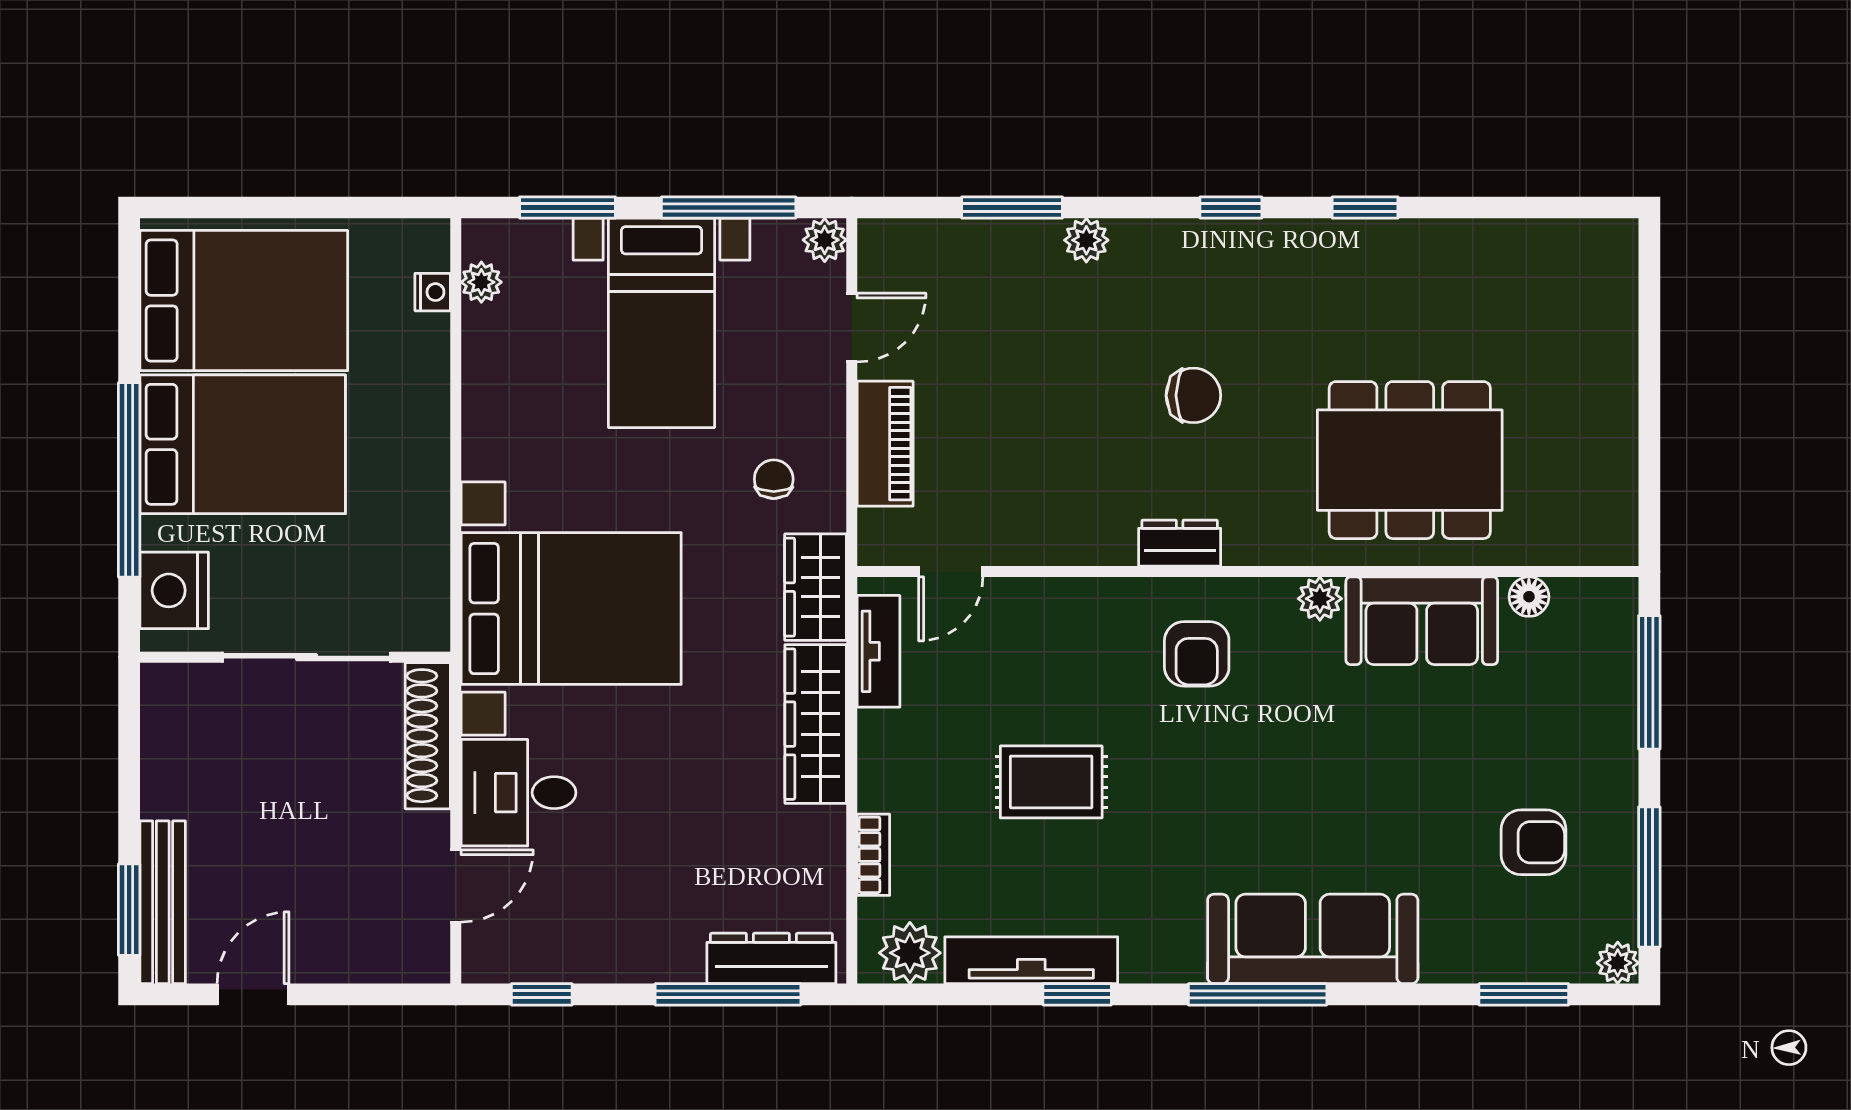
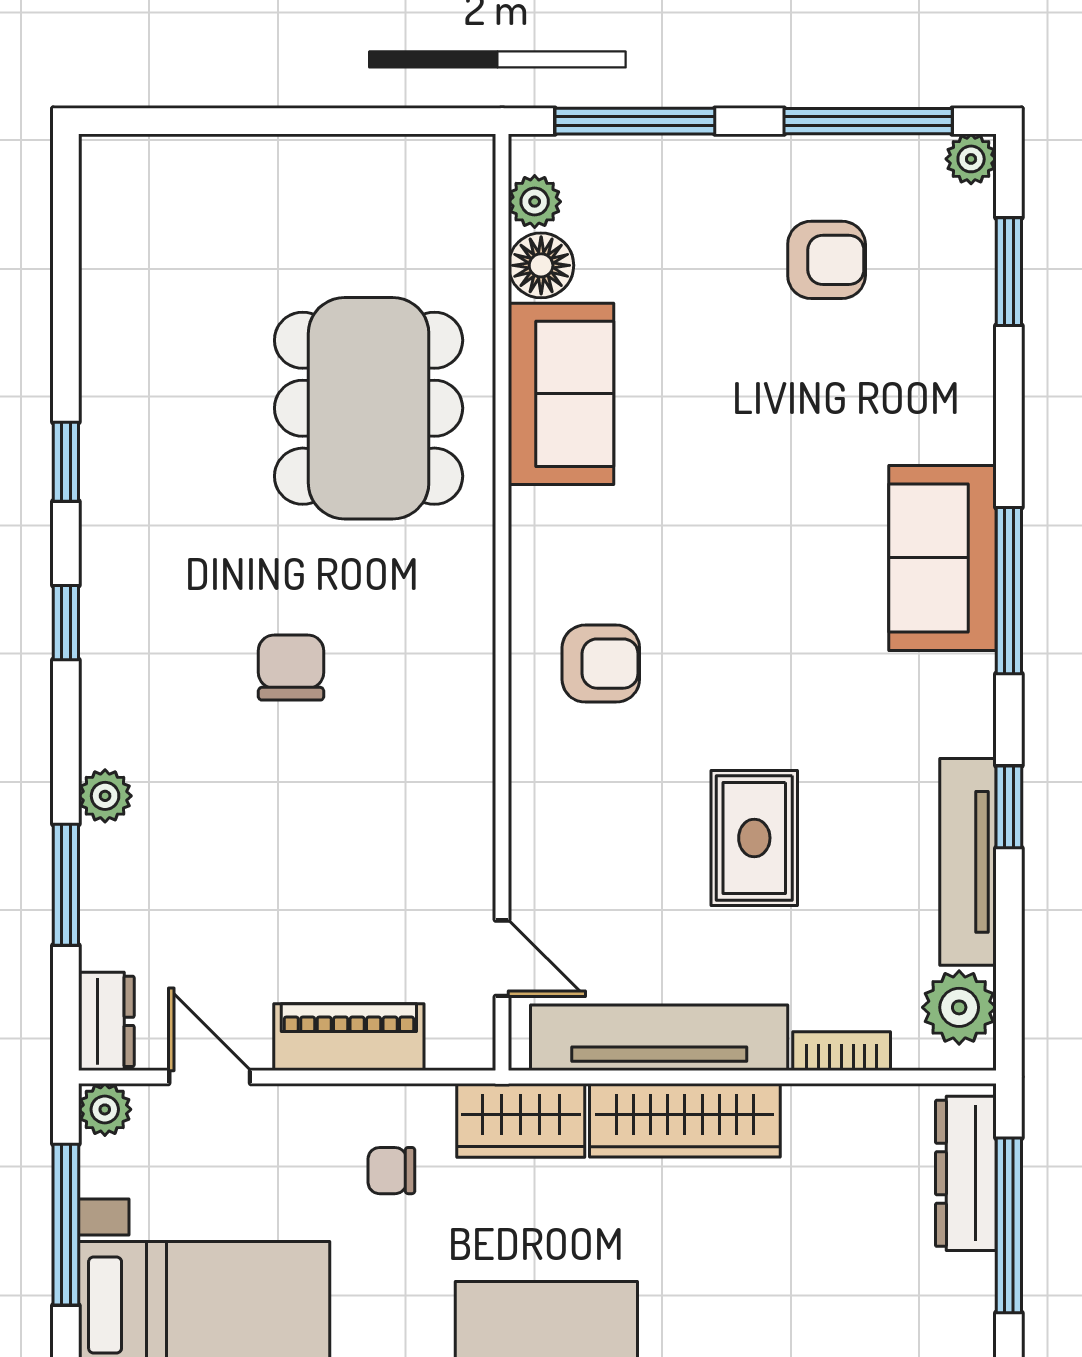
dresser: (1180, 543) -> (106, 1021), moved, turned 180
floor lamp: (1529, 597) -> (541, 265), width x1.37, depth x1.37
plant: (1320, 599) -> (535, 202), moved
tv unit: (878, 651) -> (659, 1038), width x1.92, depth x1.29
armchair: (1534, 842) -> (827, 260), turned 90
sofa: (1313, 939) -> (942, 558), width x0.73

